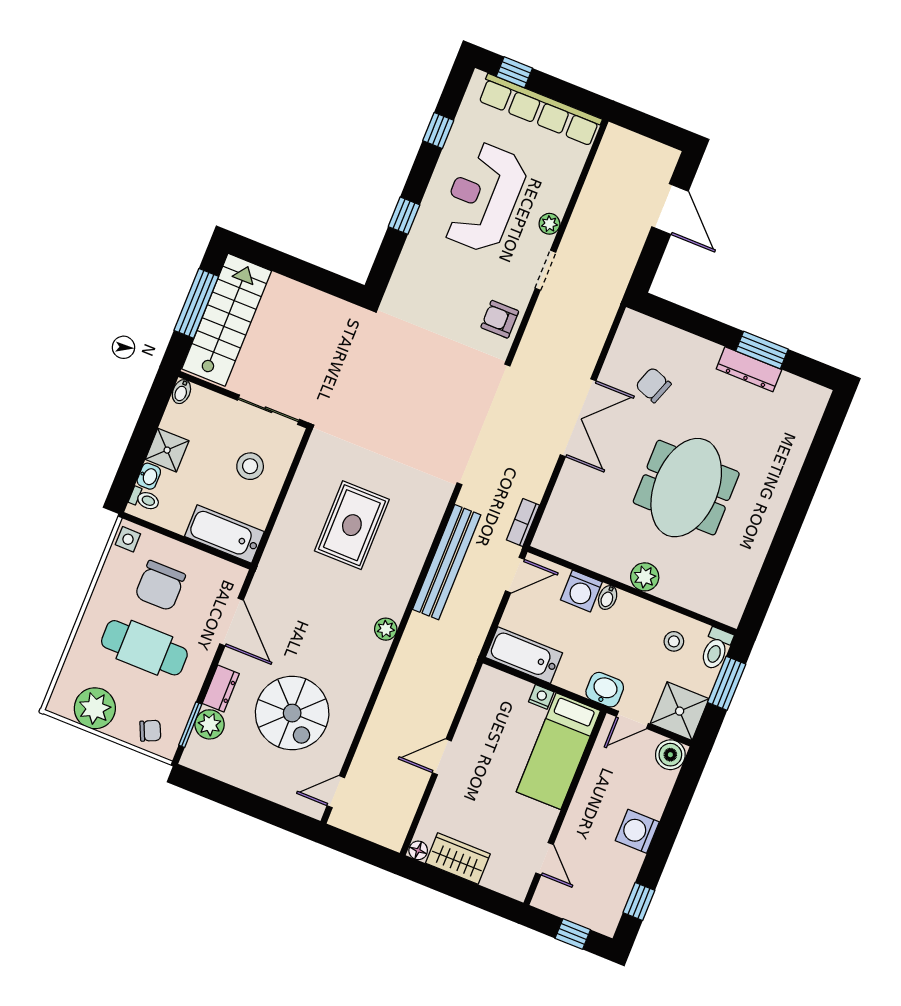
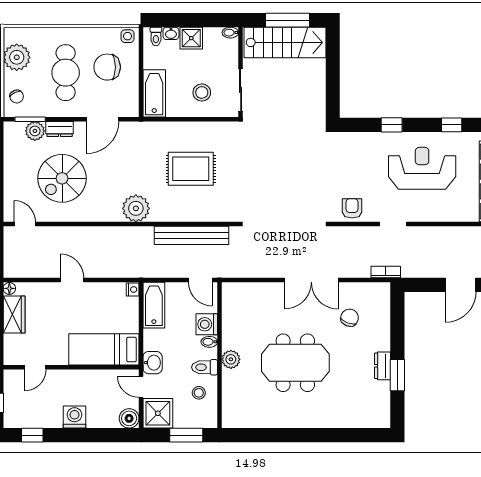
plant: (549, 224) -> (422, 215), removed
dresser: (749, 369) -> (383, 366), width x0.70
bookcase: (523, 523) -> (386, 272), moved
plant: (386, 629) -> (136, 208), width x1.87, depth x1.87
toilet: (716, 649) -> (205, 367), moved
nightstand: (541, 697) -> (133, 289), moved

